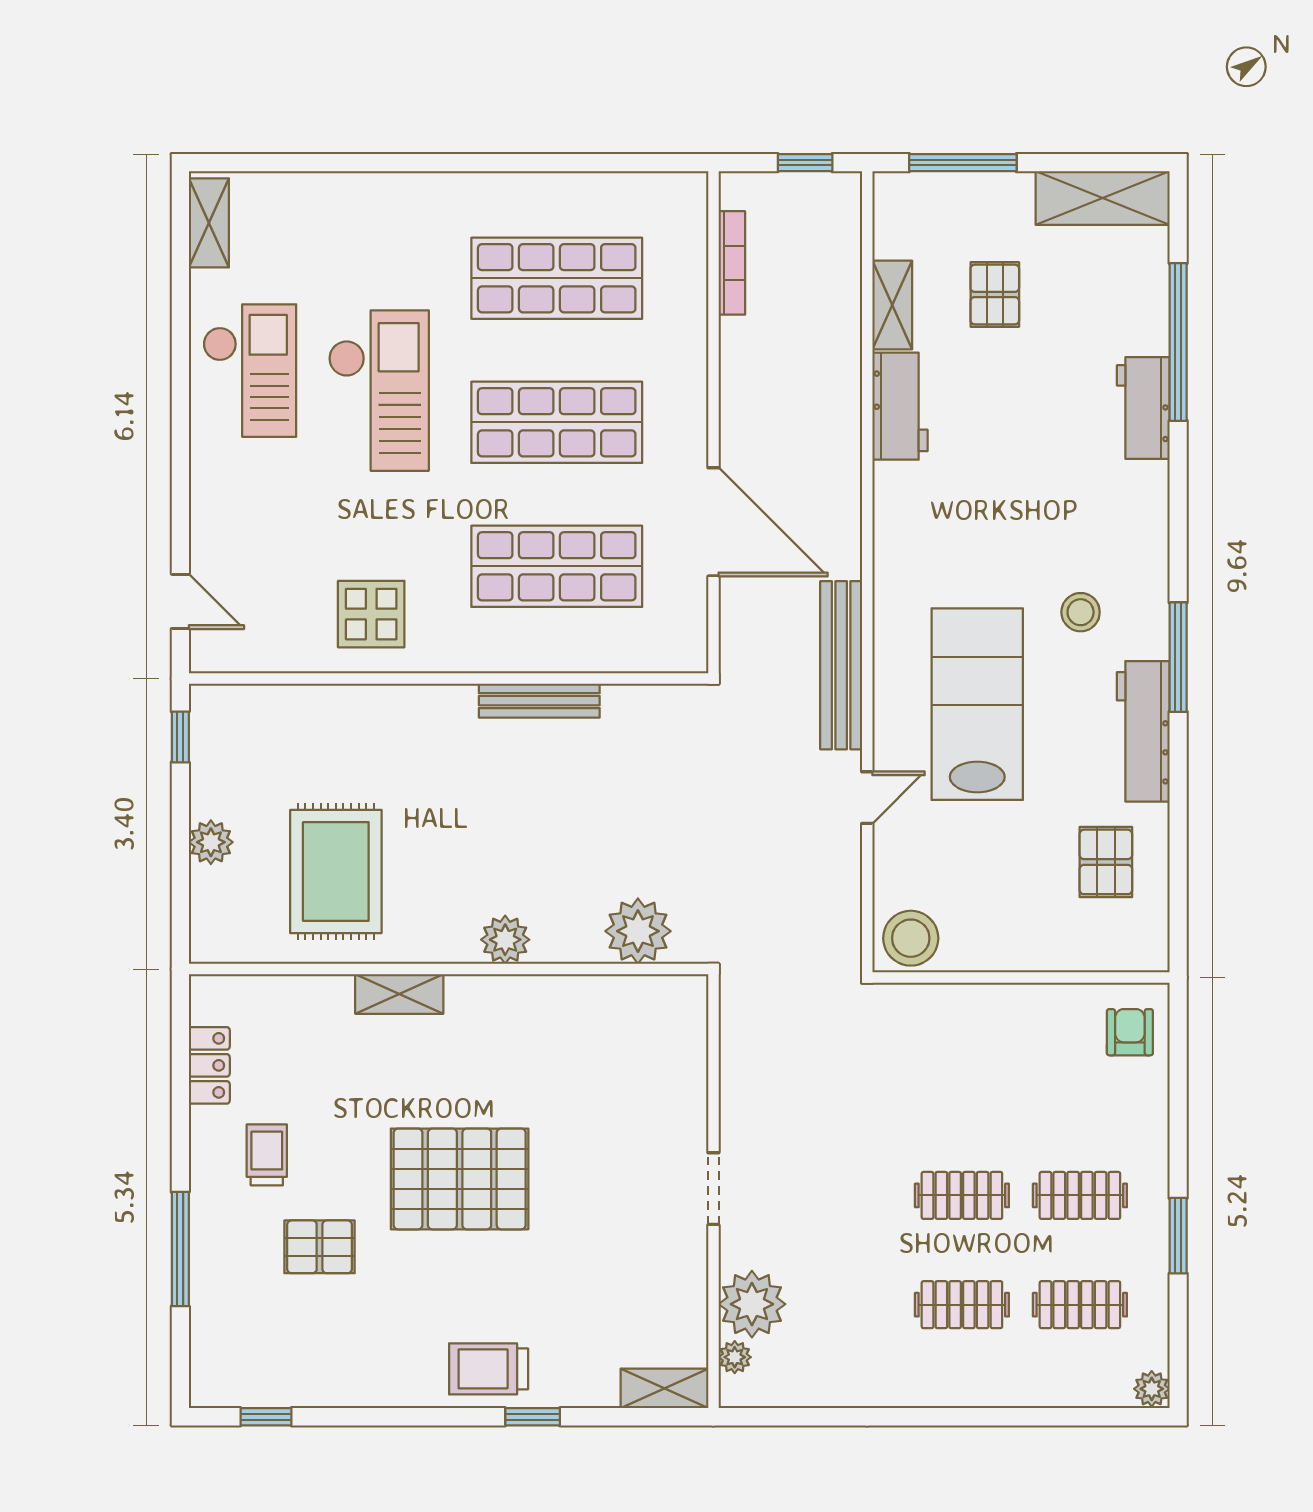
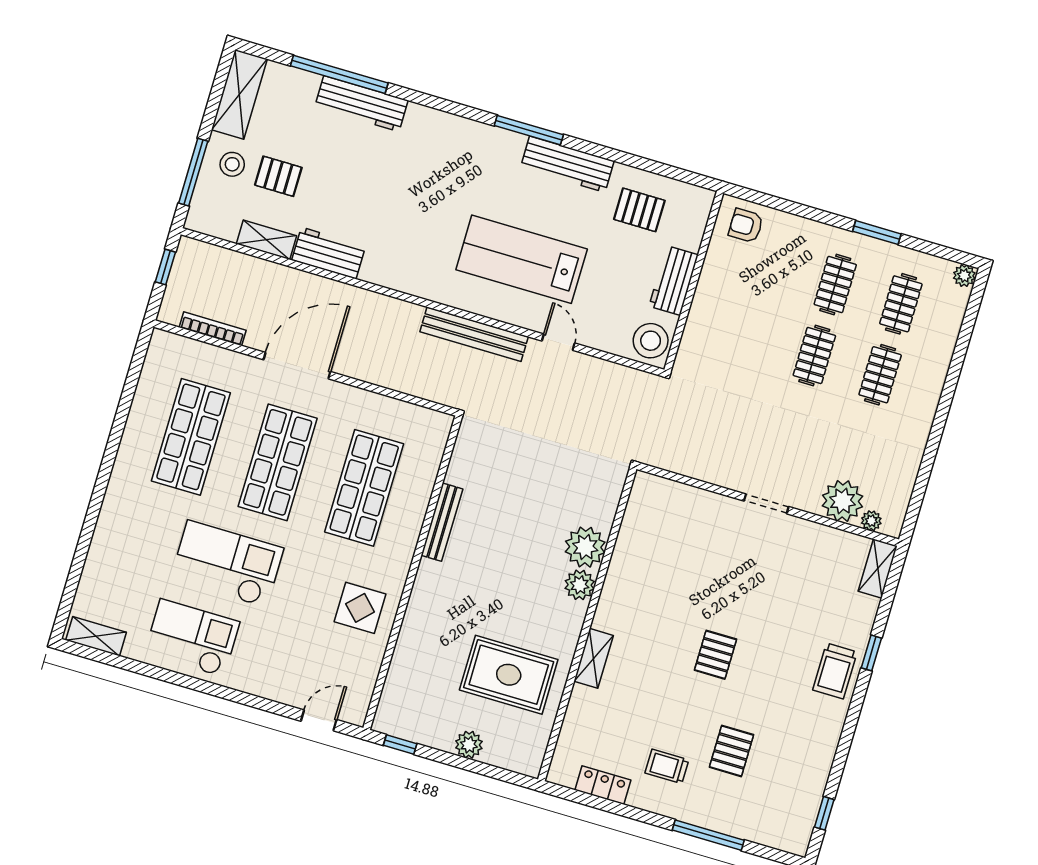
workbench: (1143, 408) -> (361, 104), width x1.37
door: (713, 522) -> (297, 366), moved
stool: (1081, 612) -> (232, 164), moved
plant: (638, 931) -> (585, 547), moved
workbench: (1013, 946) -> (674, 281), added
pallet: (460, 1179) -> (715, 655), width x0.49, depth x0.50

